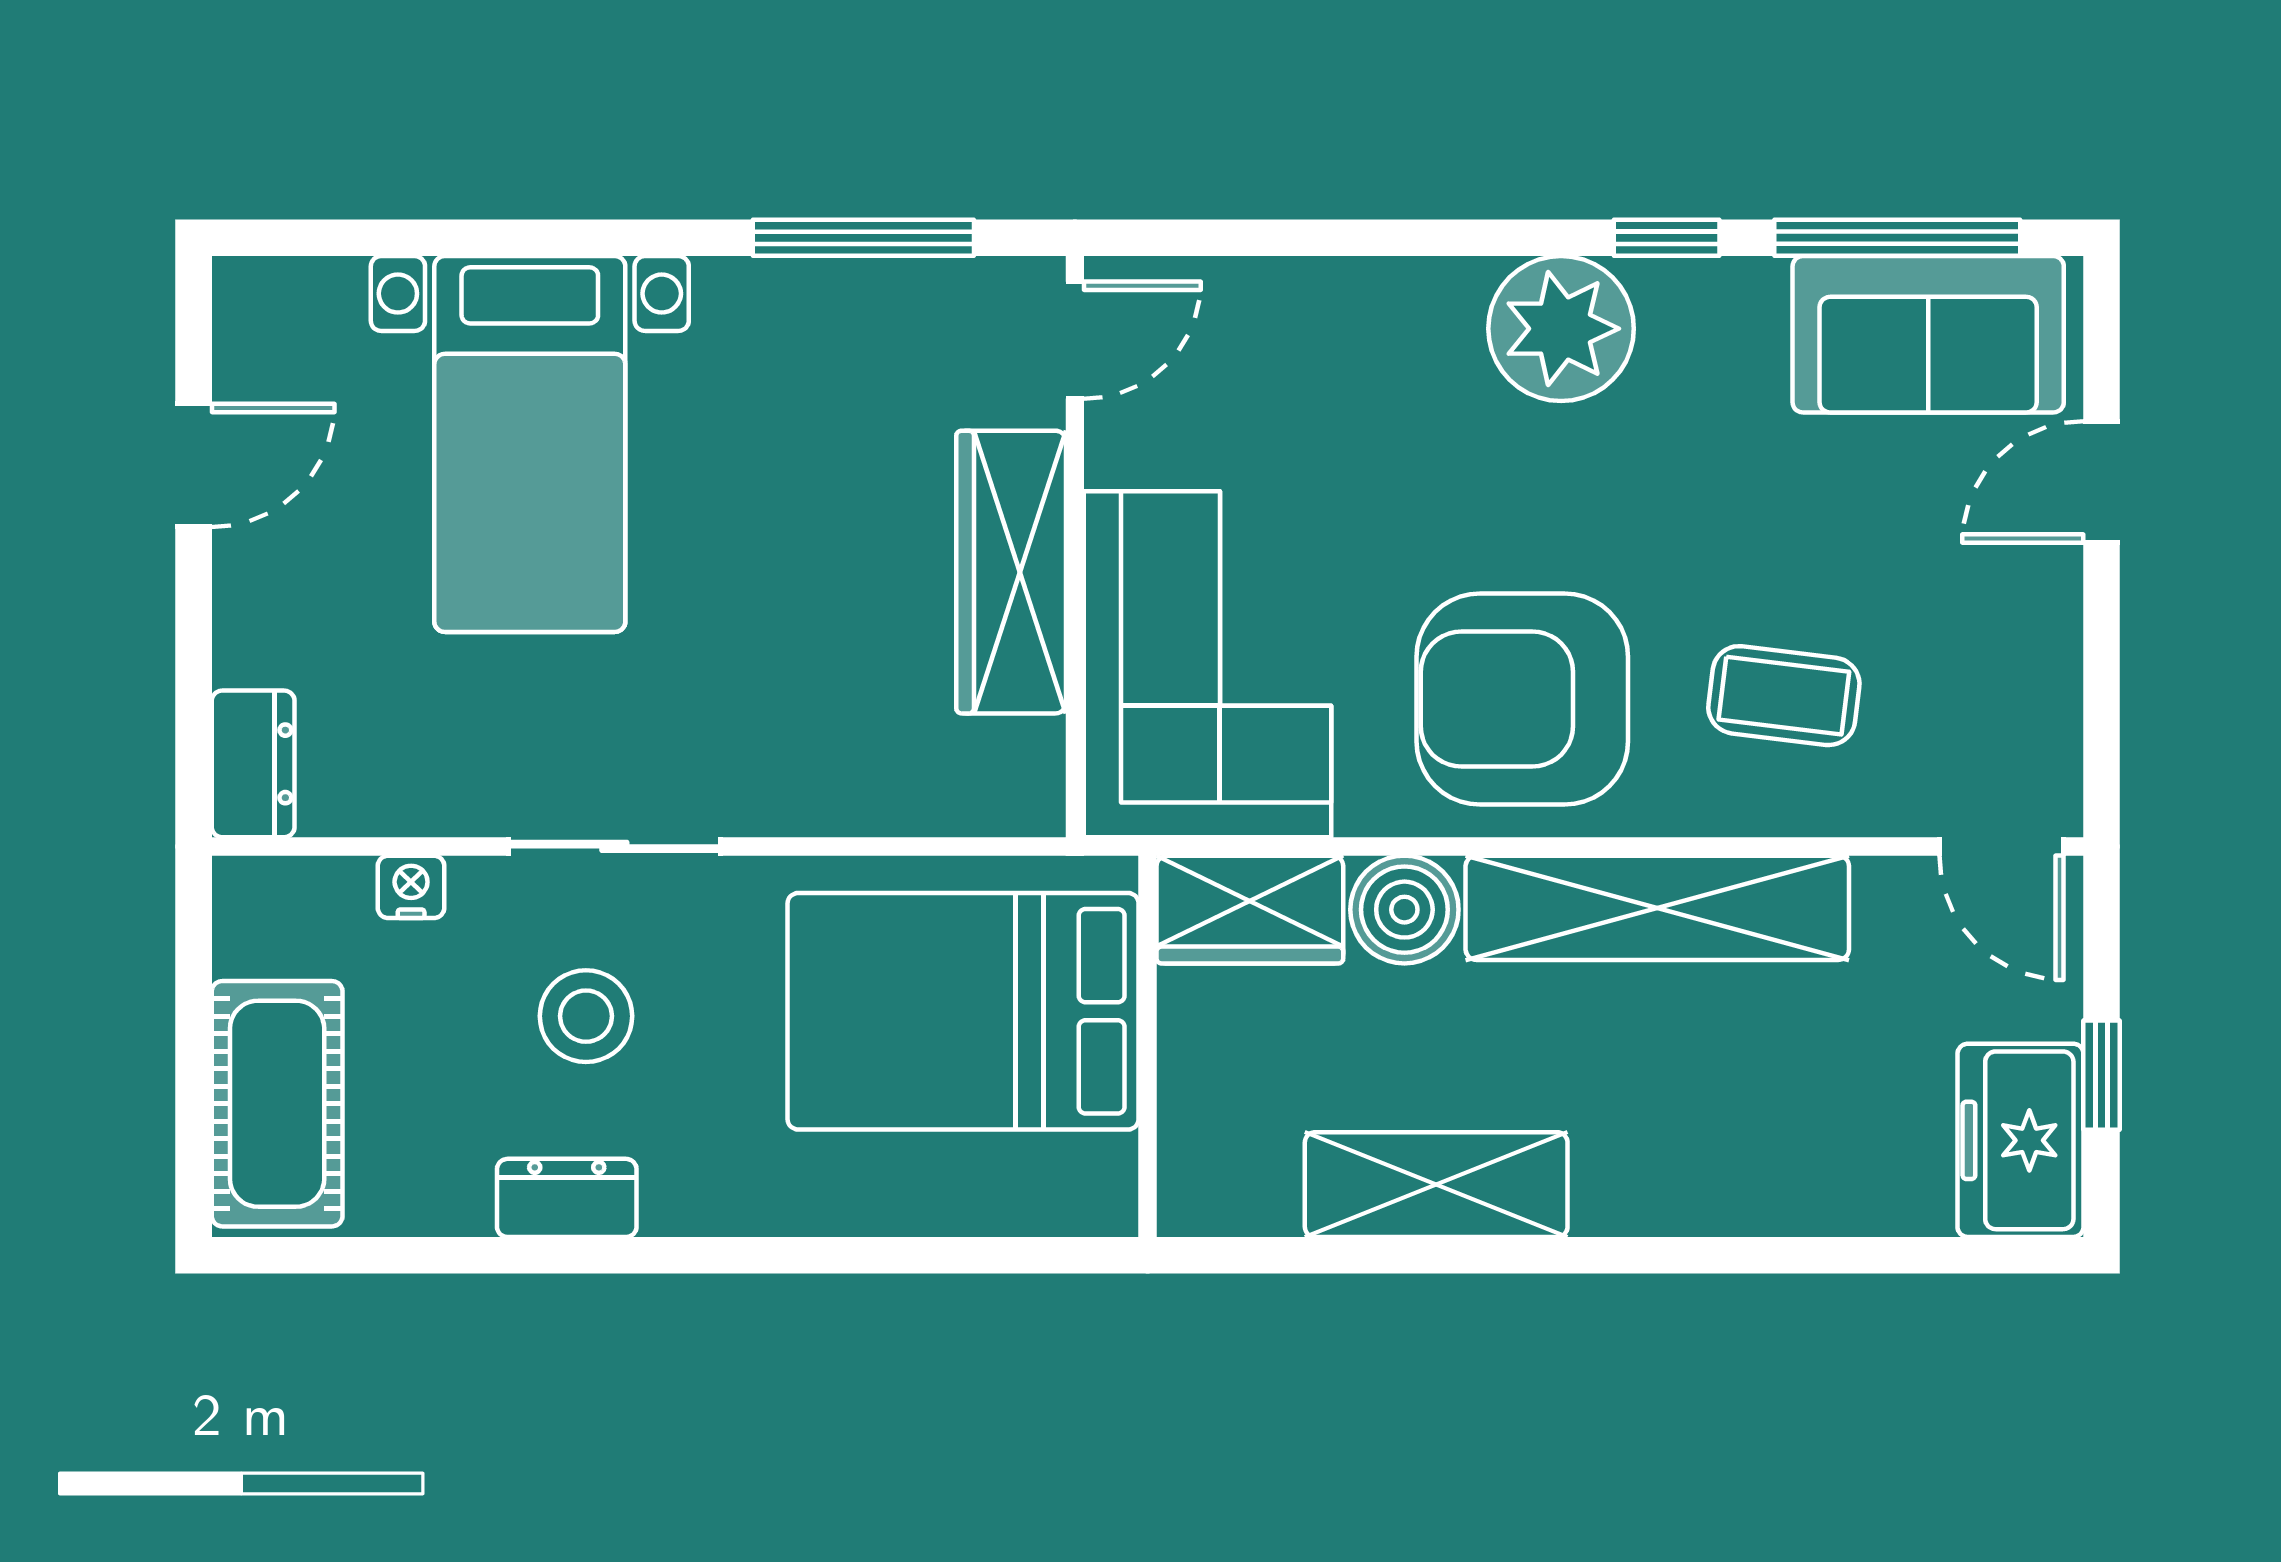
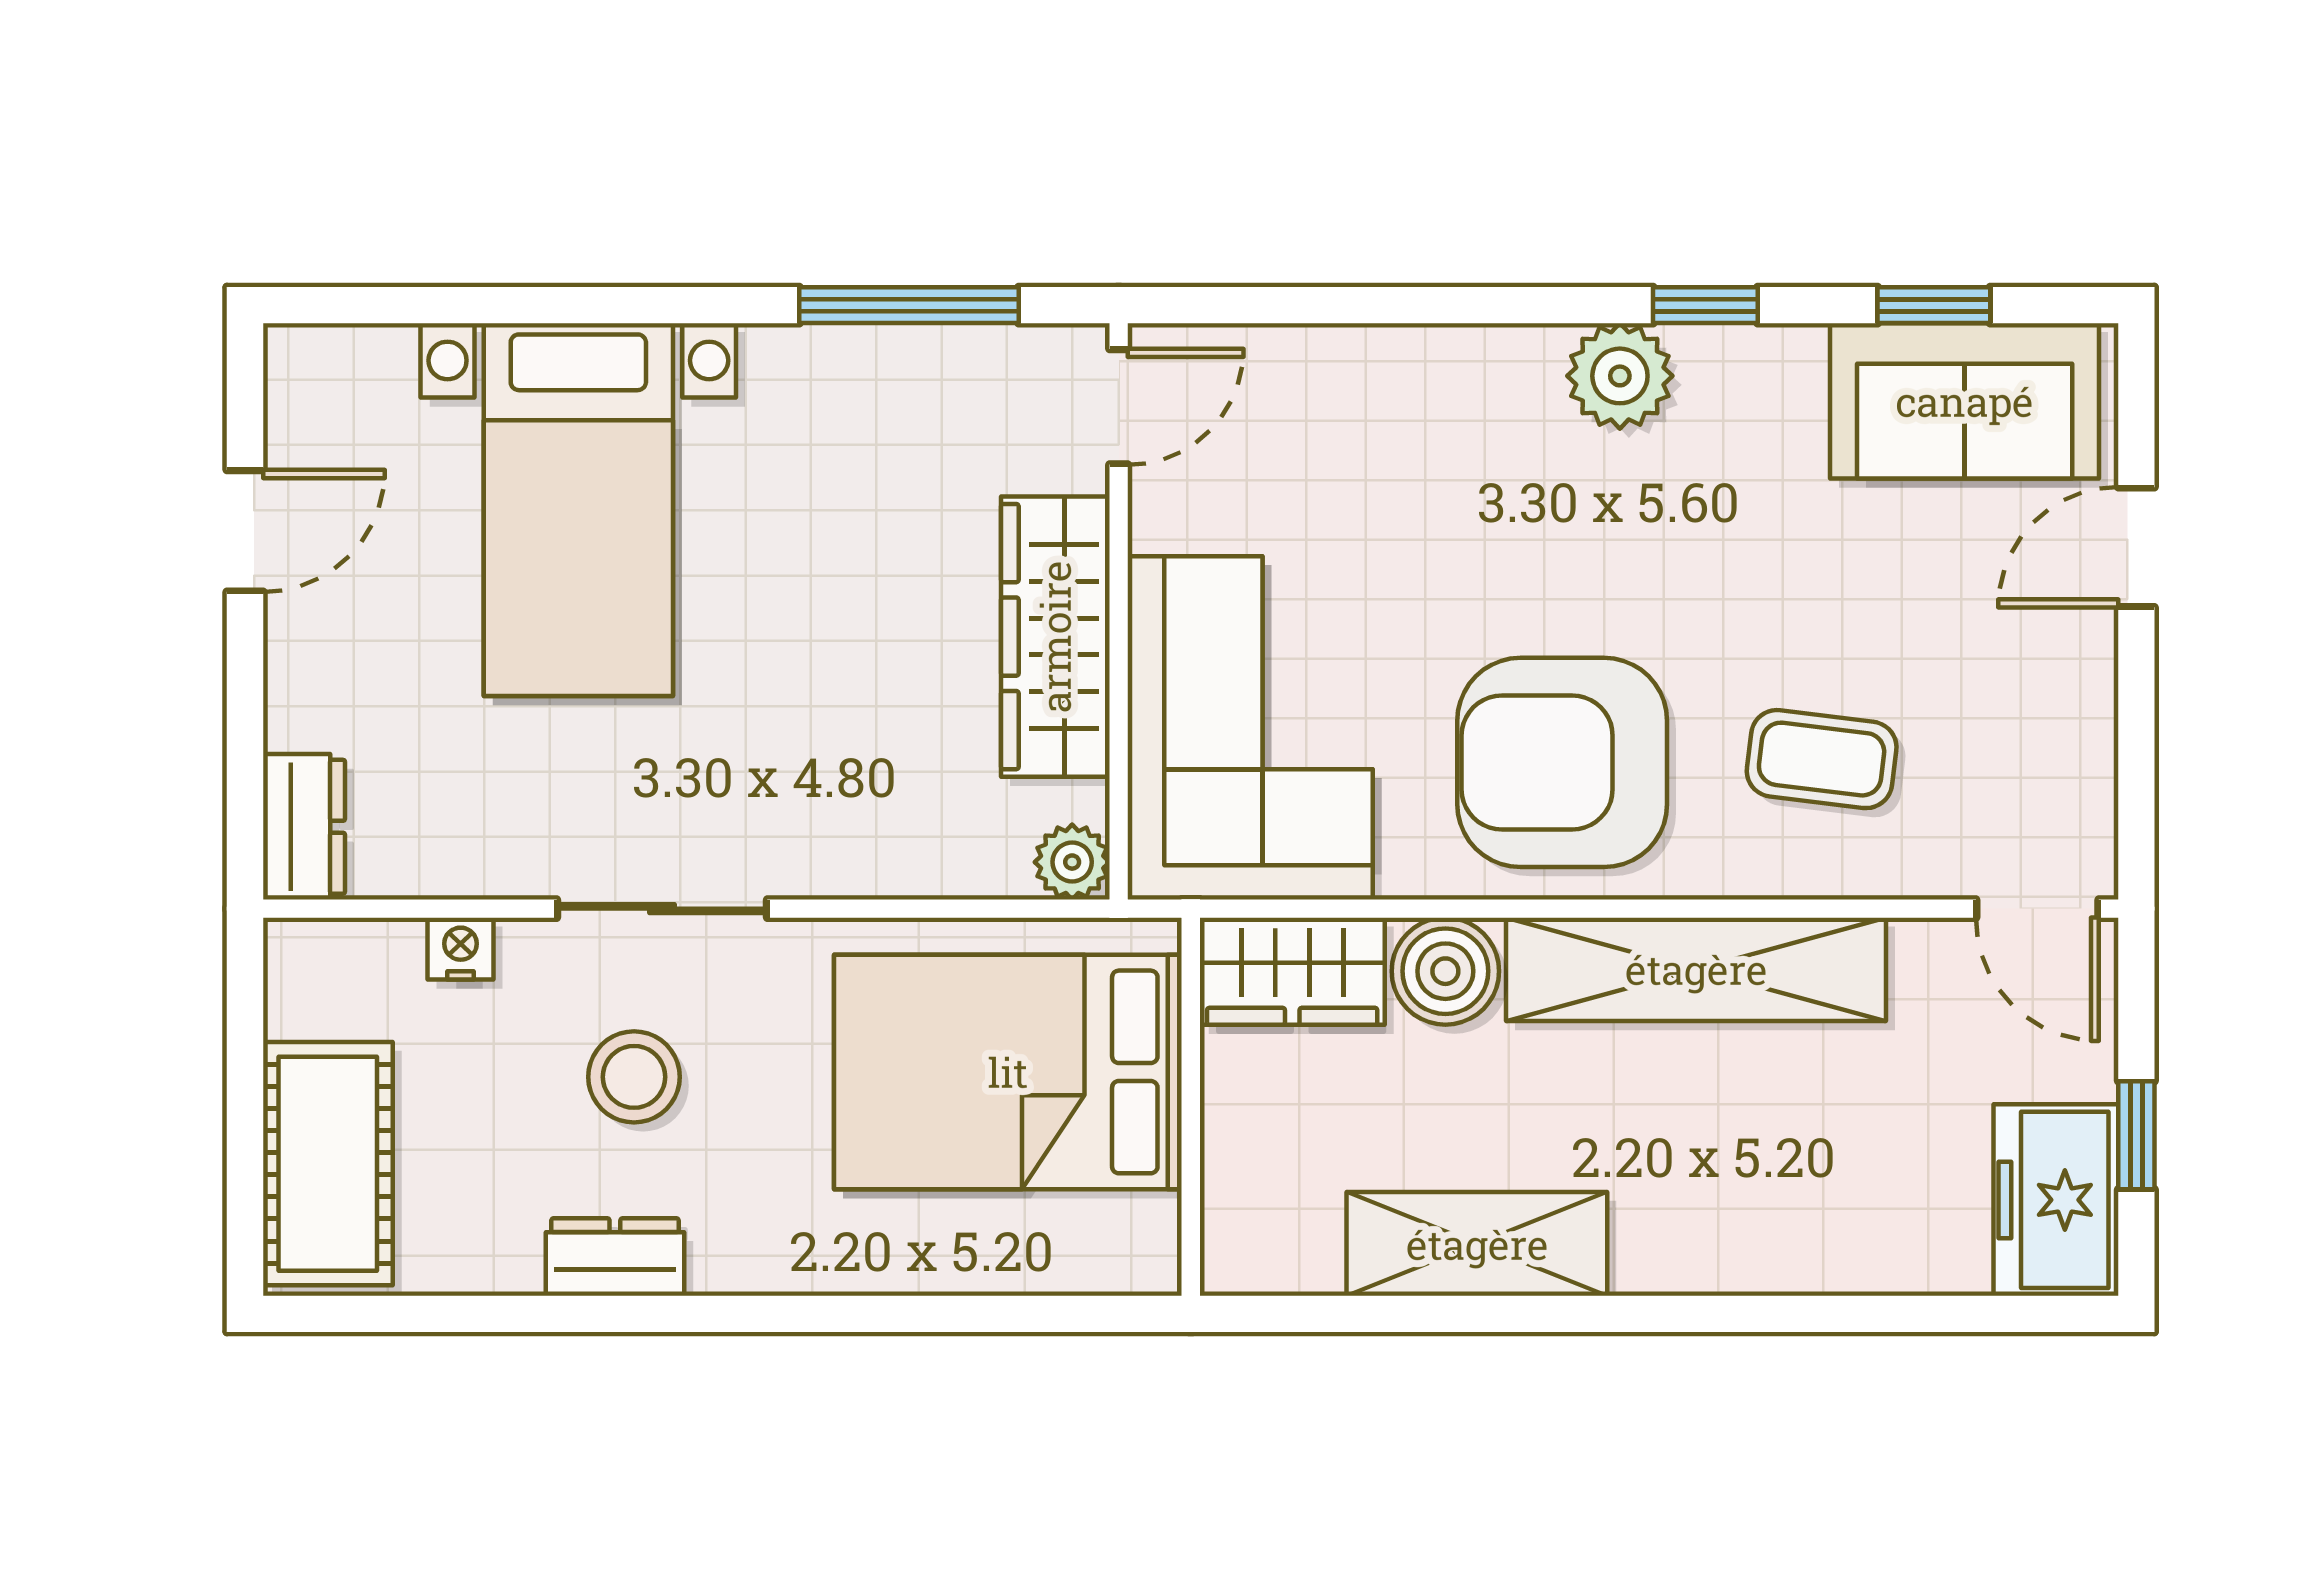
window: (1897, 238) -> (1934, 305), width x0.46
plant: (1561, 329) -> (1620, 376), width x0.73, depth x0.73
plant: (1028, 799) -> (1072, 862), added

